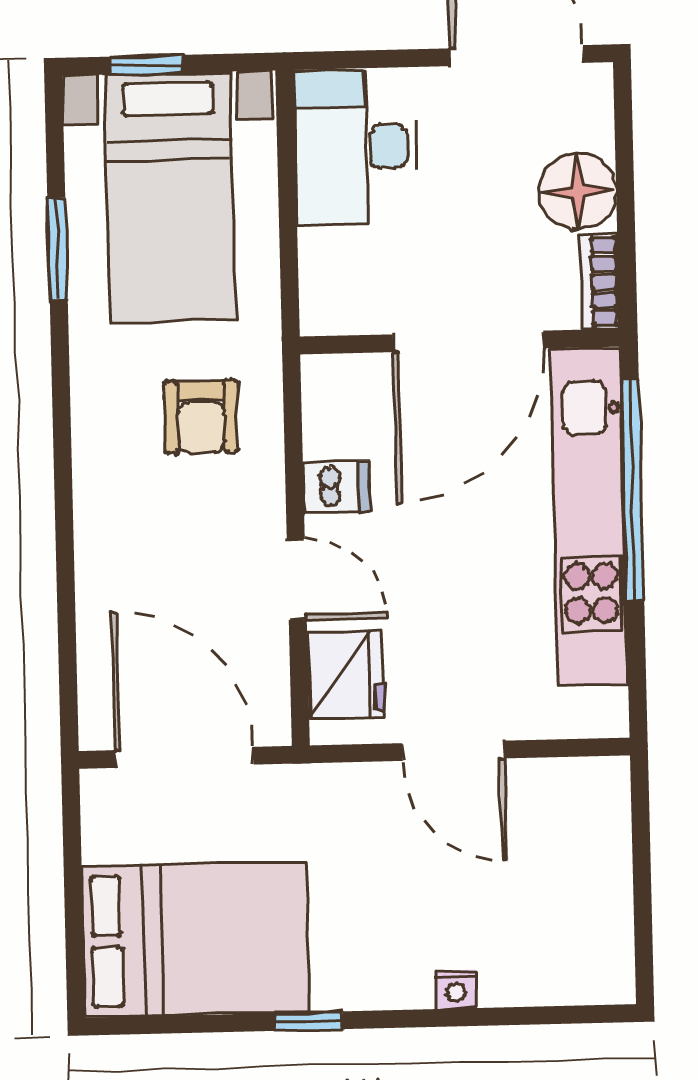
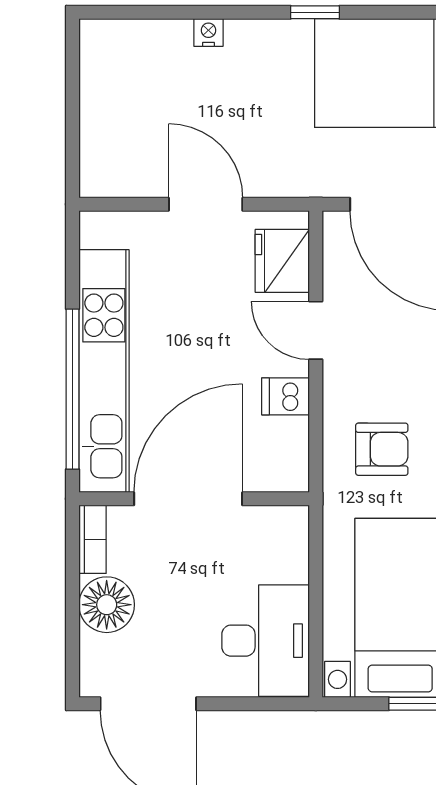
armchair: (201, 417) -> (382, 449), turned 90

